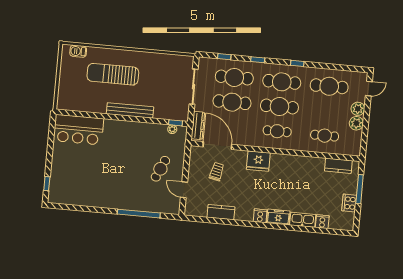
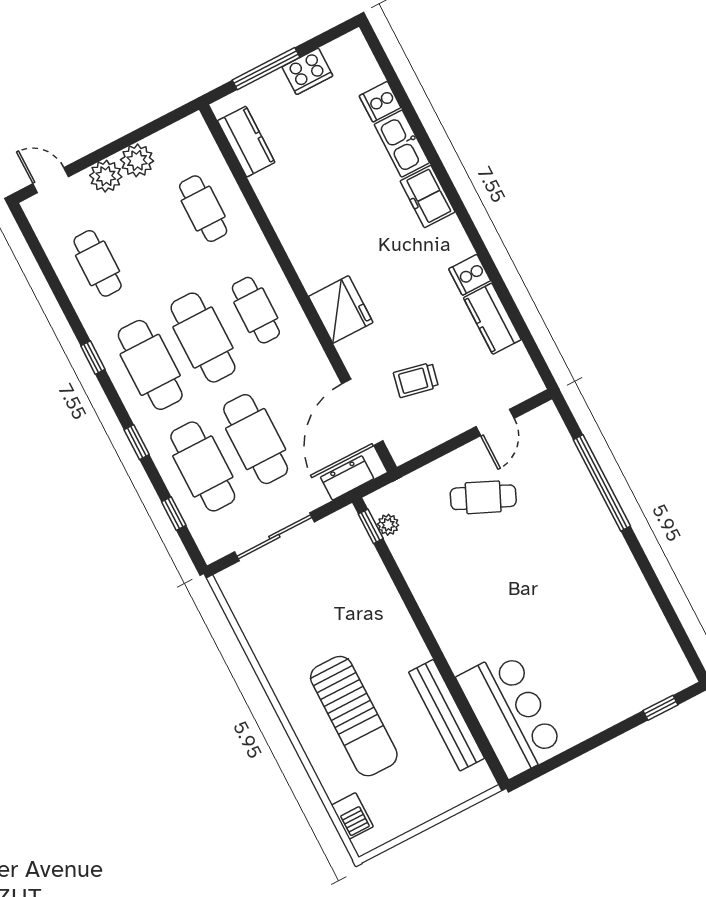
cafe table: (329, 86) -> (98, 263), width x0.73, depth x0.74
bench: (130, 110) -> (447, 715), moved
dresser: (198, 125) -> (347, 478), width x0.70
cooker: (260, 216) -> (470, 275), moved

